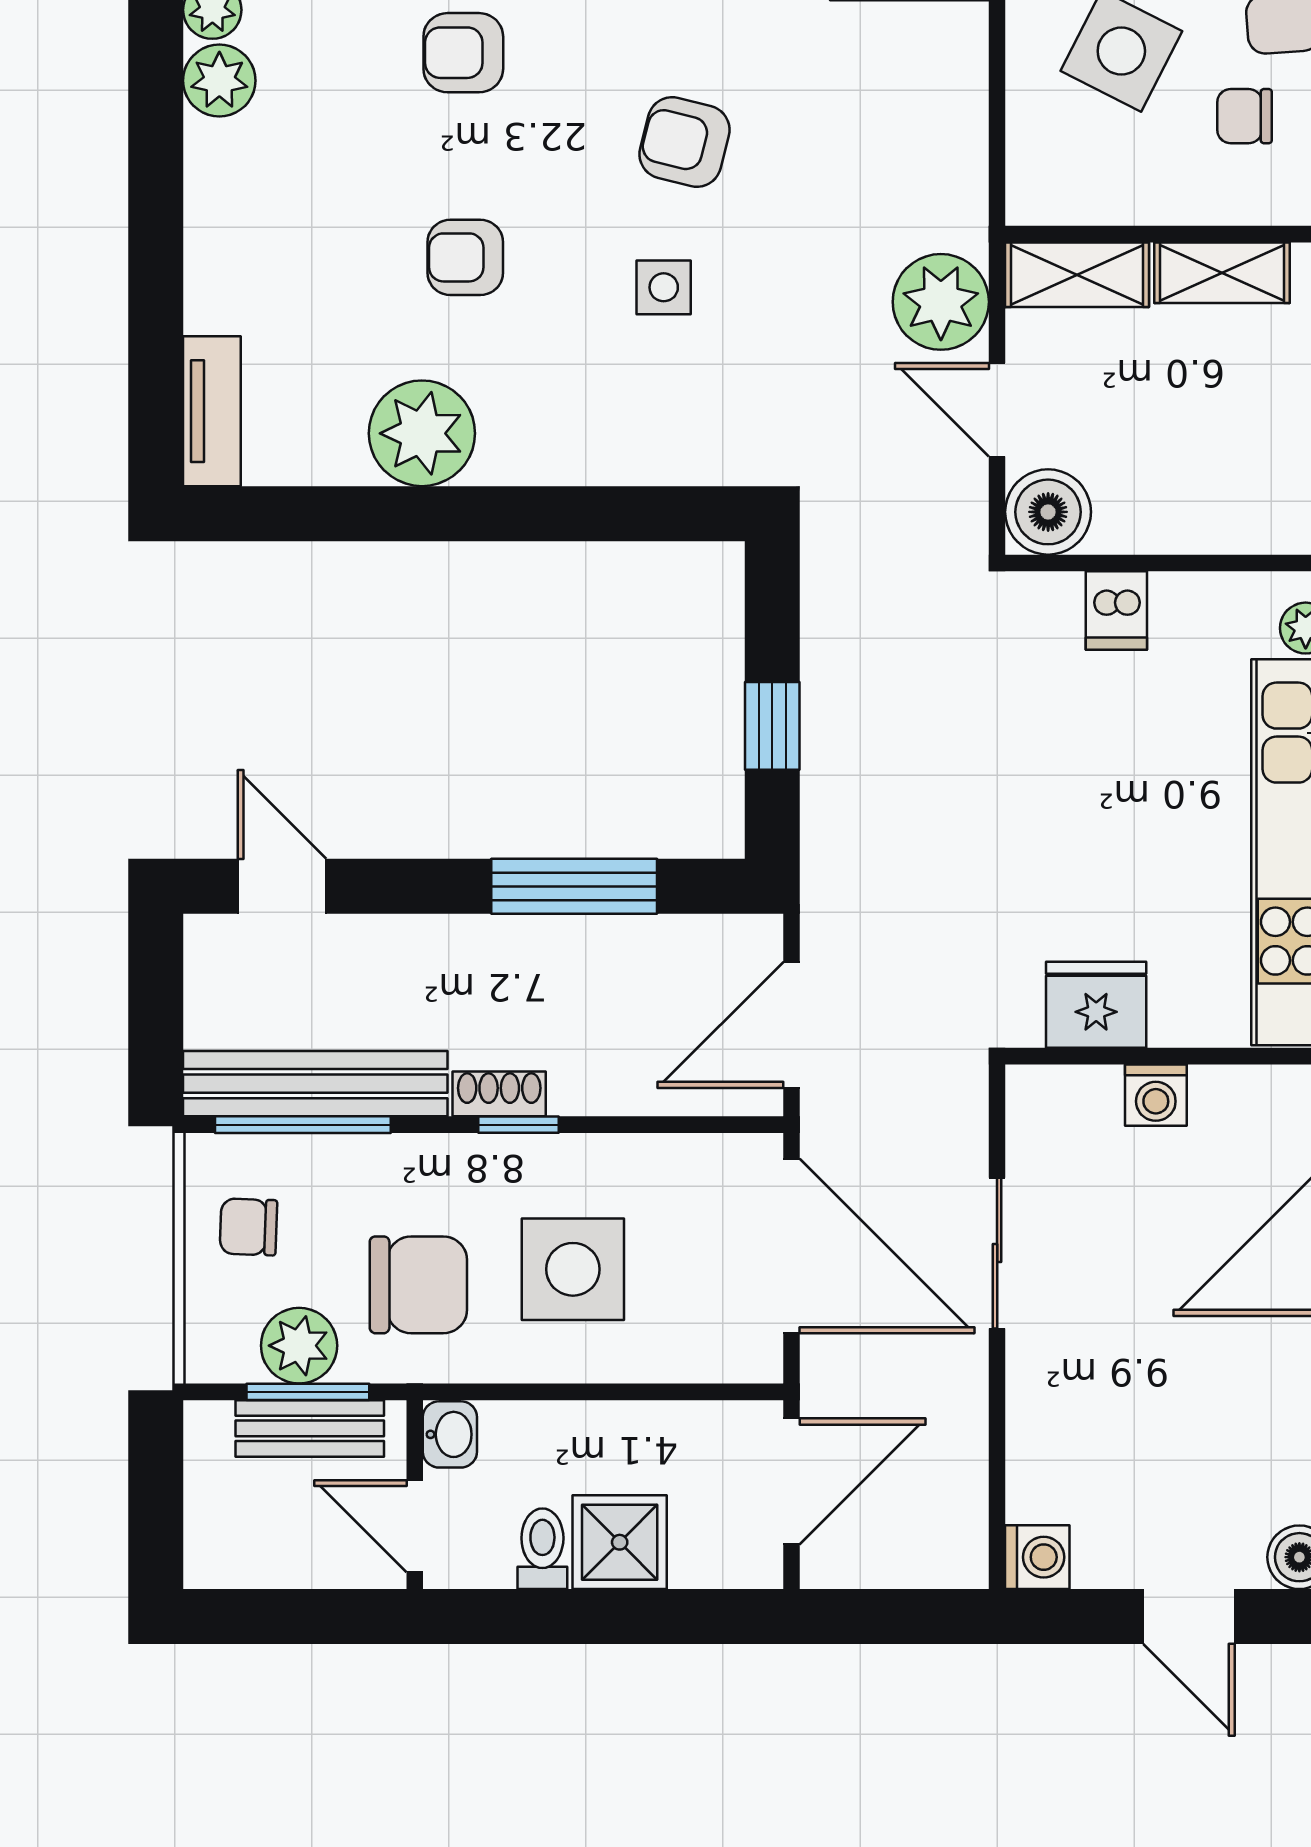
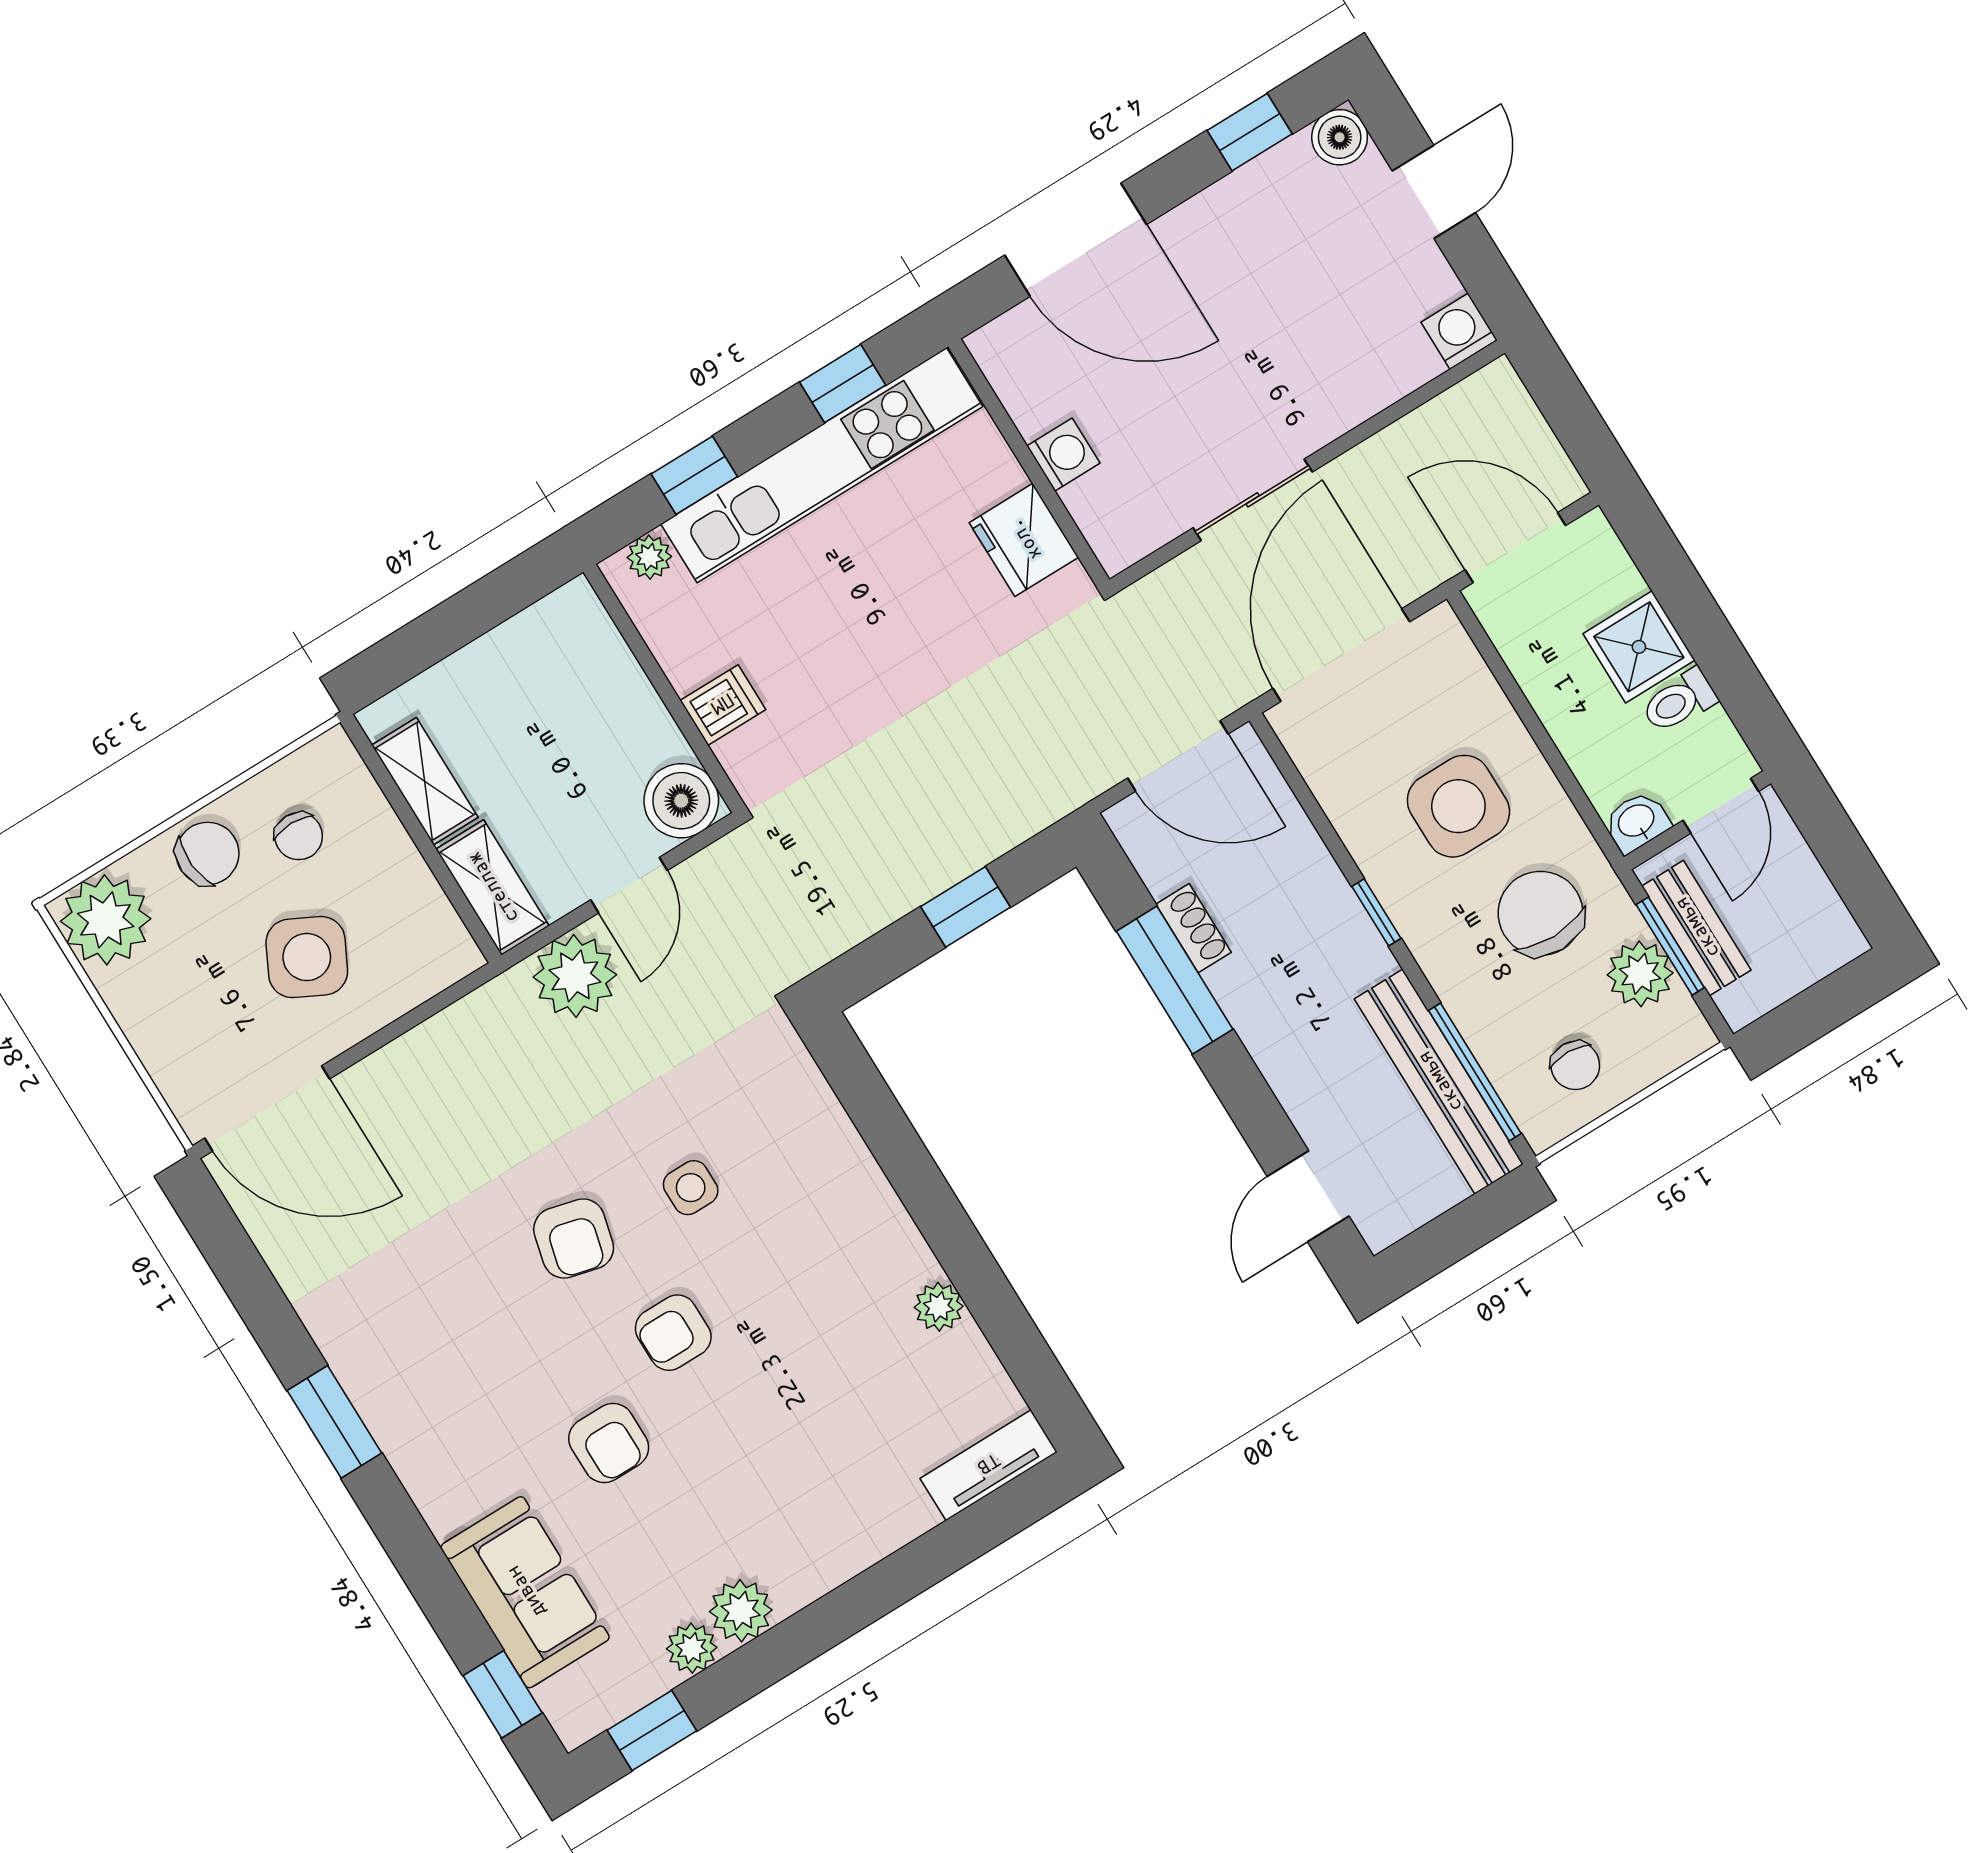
armchair: (465, 257) -> (673, 1333), moved, turned 90
plant: (422, 433) -> (939, 1307), width x0.53, depth x0.53
shoe rack: (499, 1094) -> (1194, 928), moved, turned 180

